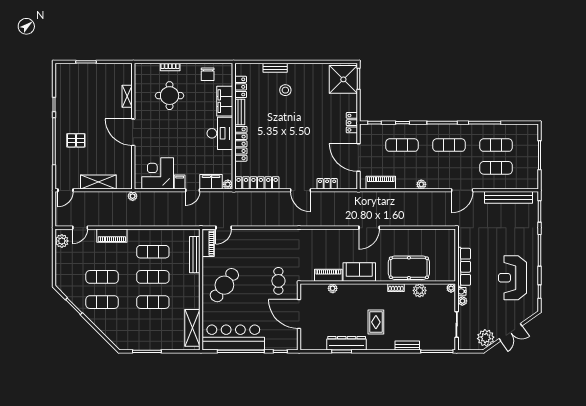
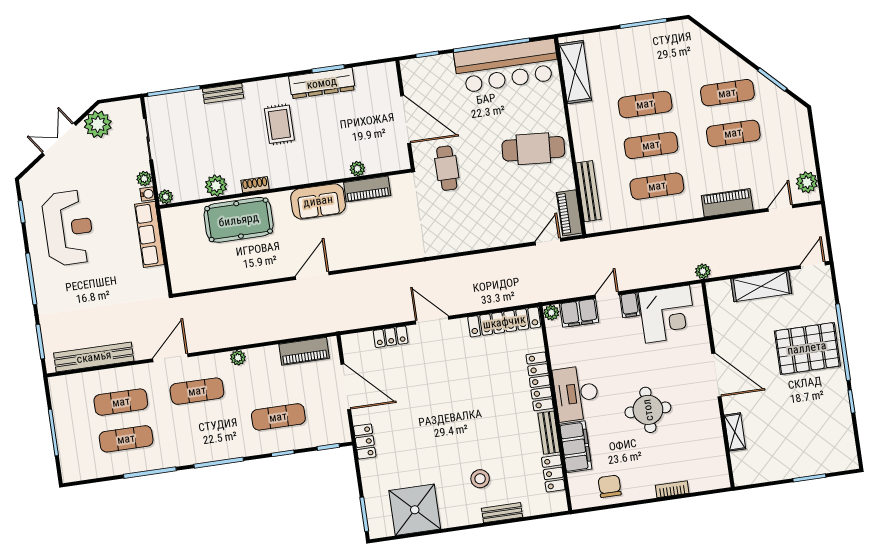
shower: (343, 79) -> (415, 510), moved
round table: (170, 96) -> (648, 410), moved
pallet: (76, 140) -> (807, 348), width x2.05, depth x2.00
exercise mat: (449, 145) -> (197, 391), moved
cafe table: (224, 285) -> (533, 149), turned 58

